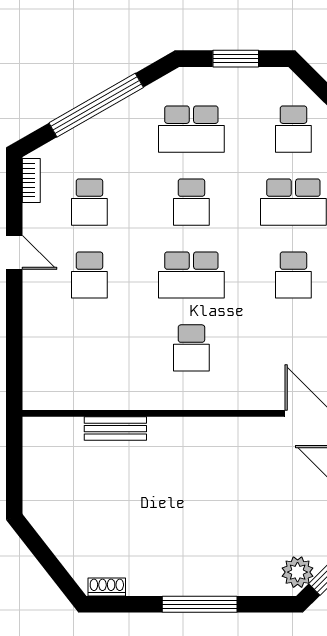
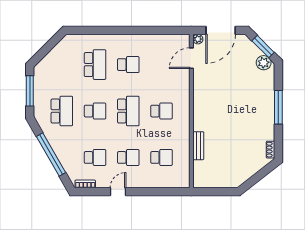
window: (236, 59) -> (30, 91), width x1.44
school desk: (293, 129) -> (162, 157), moved

